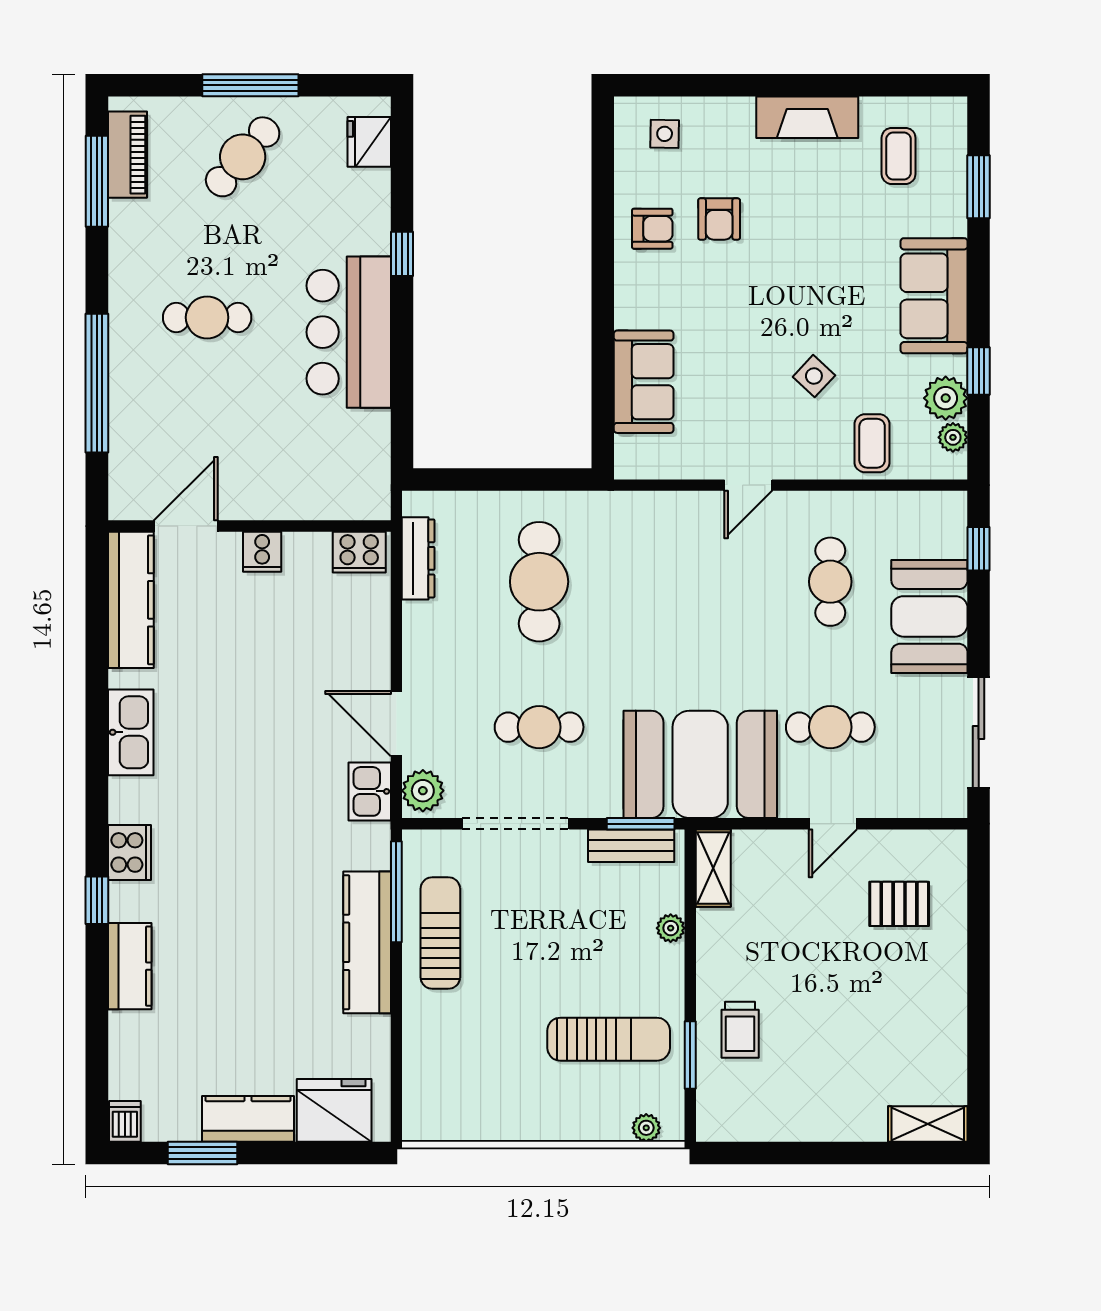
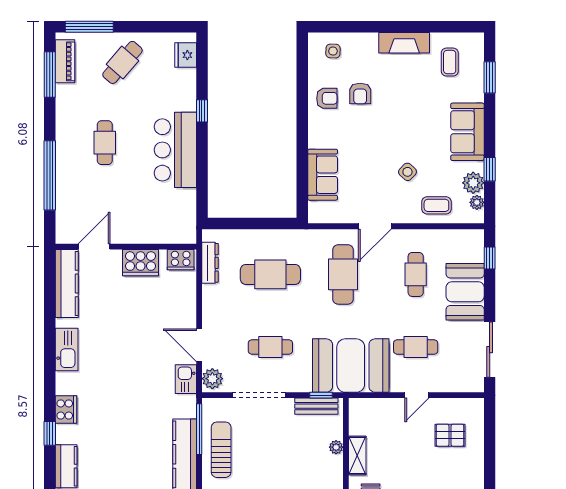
window: (250, 85) -> (89, 27), moved
cafe table: (207, 317) -> (105, 143), turned 90
coffee table: (872, 443) -> (436, 205), turned 90
door: (748, 485) -> (375, 226), width x1.38
cooker: (262, 552) -> (141, 263), width x1.87, depth x1.31
cafe table: (539, 582) -> (270, 274), turned 90
cafe table: (685, 582) -> (343, 274), added
window: (641, 824) -> (321, 395), width x0.67
shelving: (713, 868) -> (357, 456), moved

